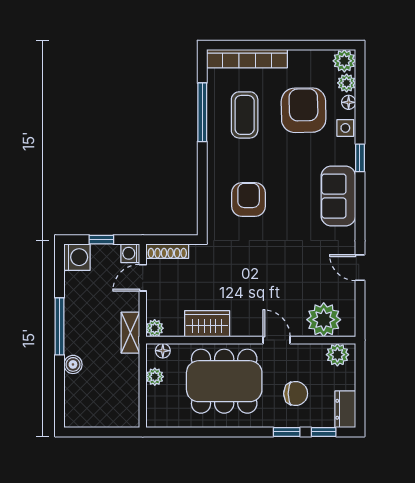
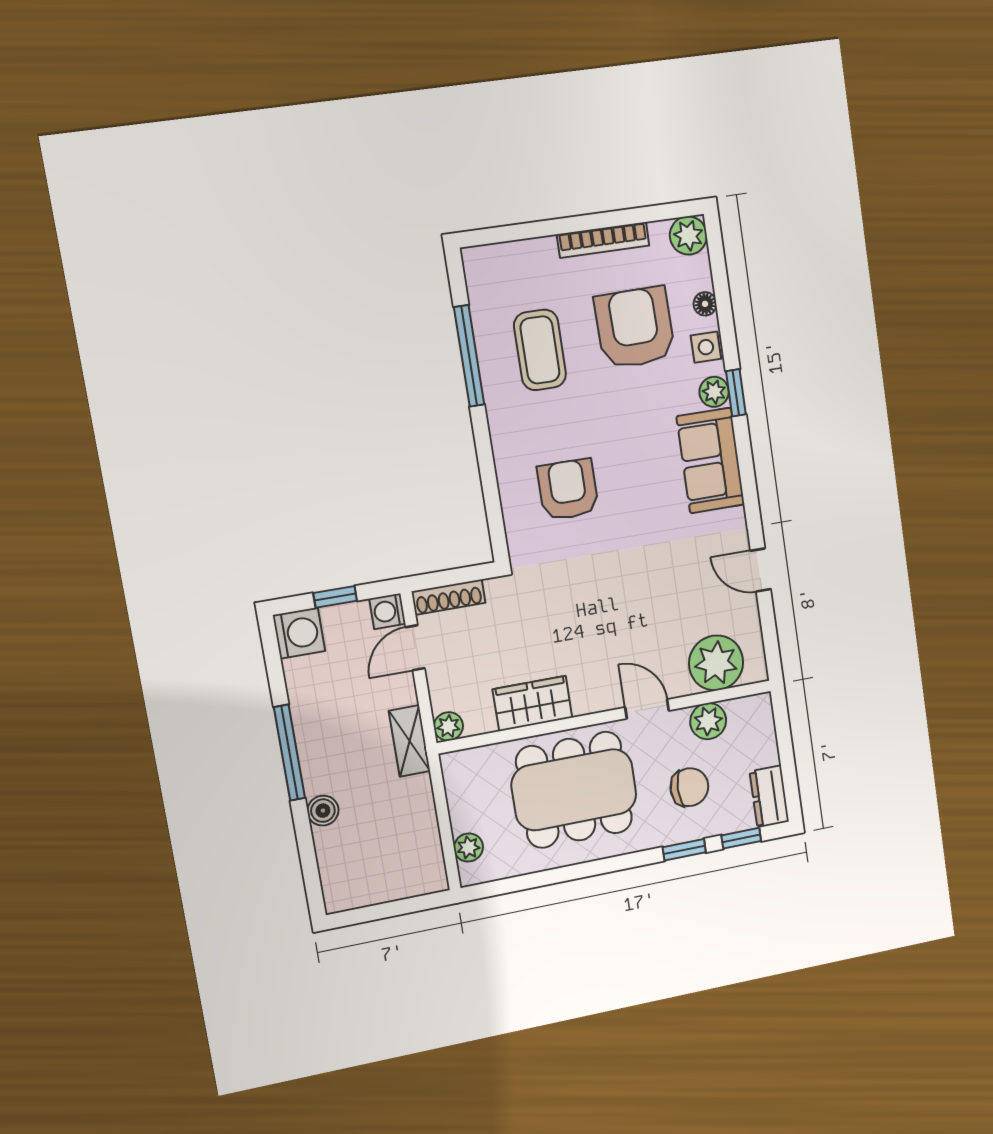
bookcase: (247, 59) -> (603, 240), moved, width x0.68, depth x0.76
plant: (347, 83) -> (714, 392), moved
floor lamp: (163, 351) -> (468, 760), removed
plant: (337, 355) -> (708, 721), moved
plant: (155, 377) -> (468, 848), moved

